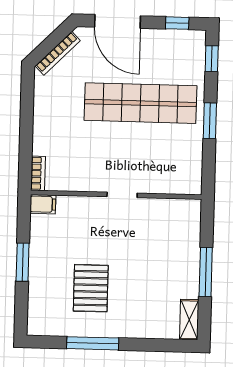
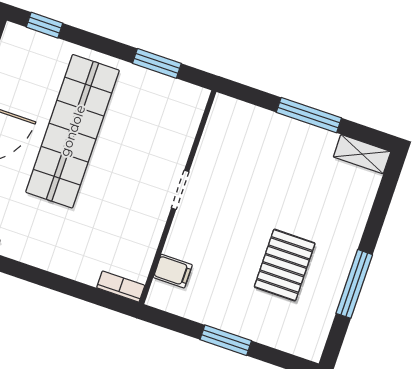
window: (210, 121) -> (157, 63), moved
filing cabinet: (43, 204) -> (173, 271), moved, turned 90
pallet: (91, 288) -> (285, 265), turned 90

